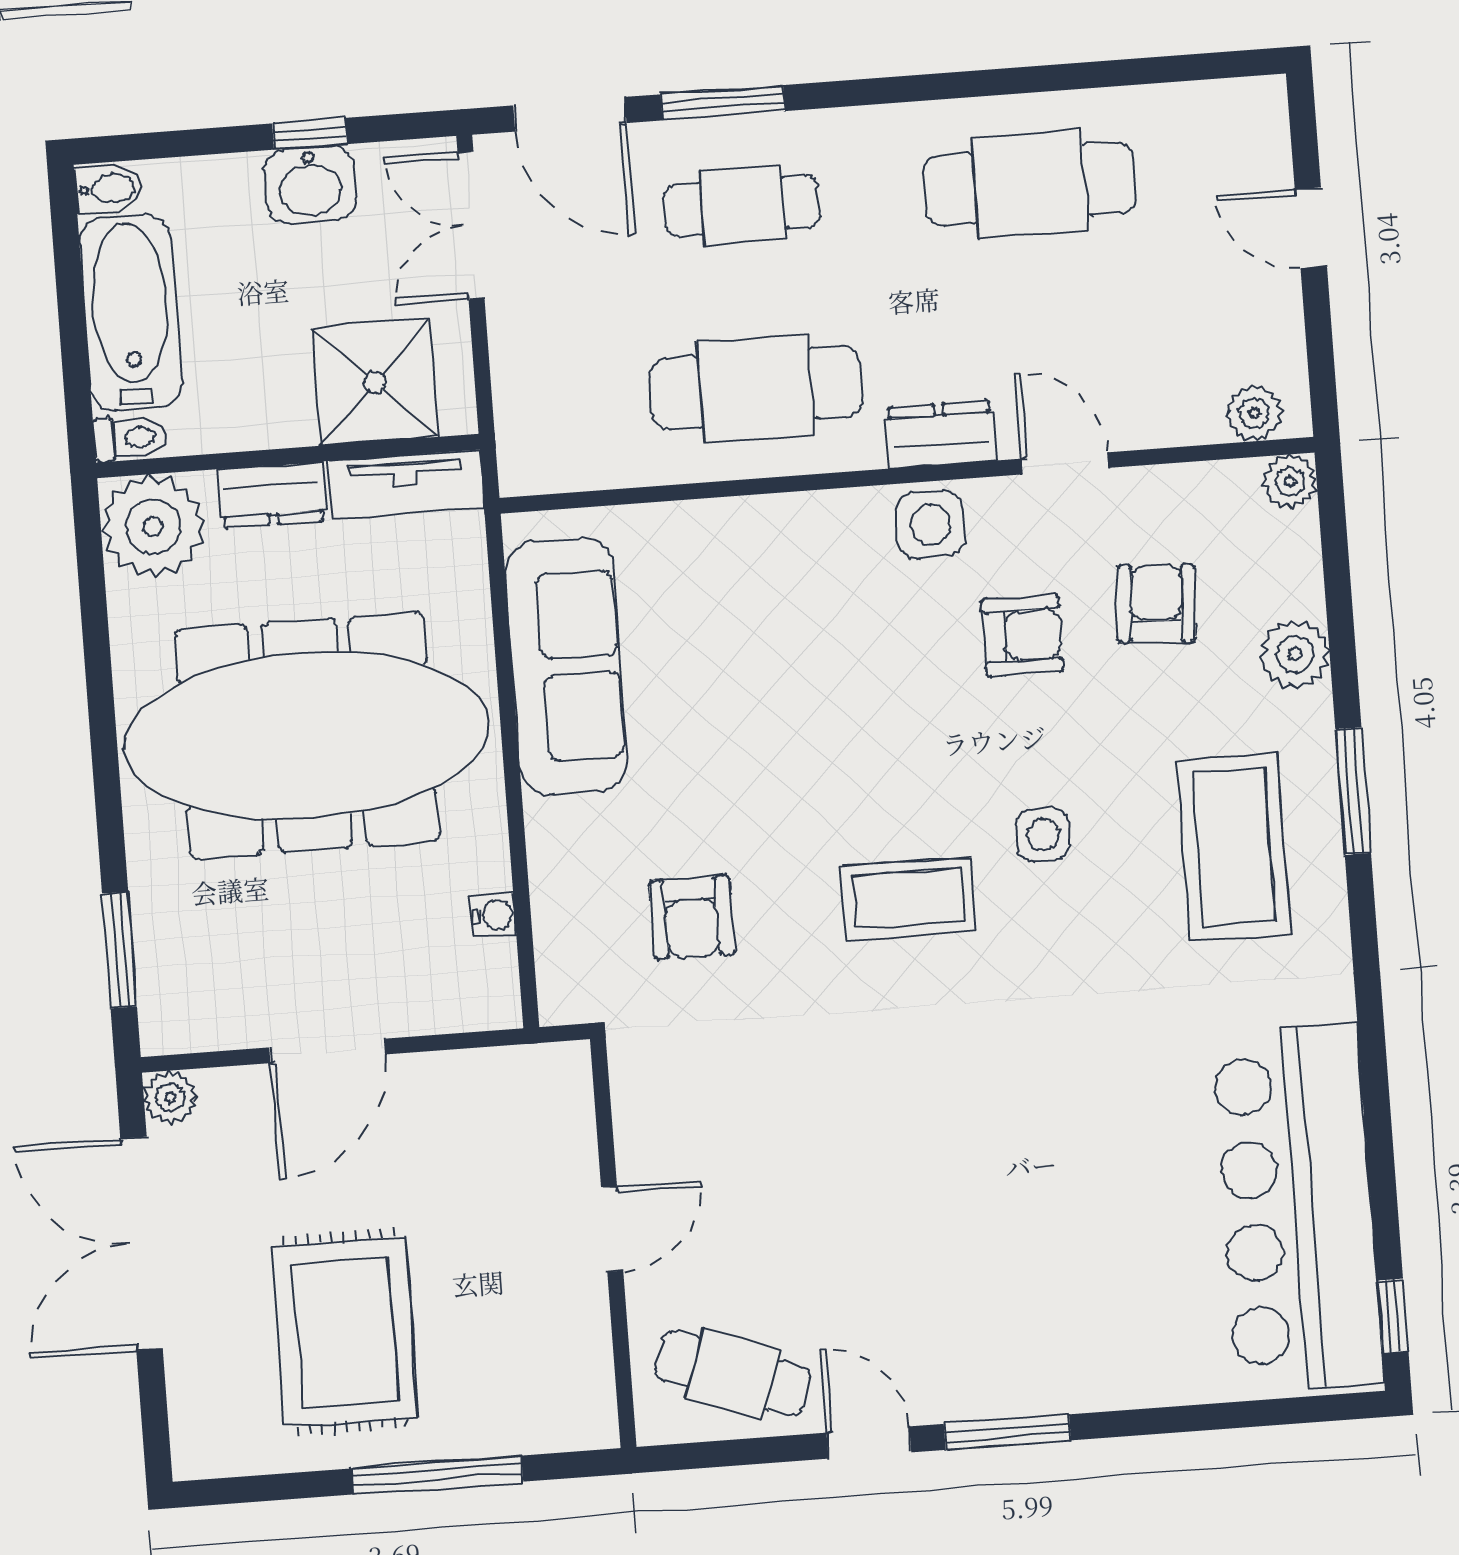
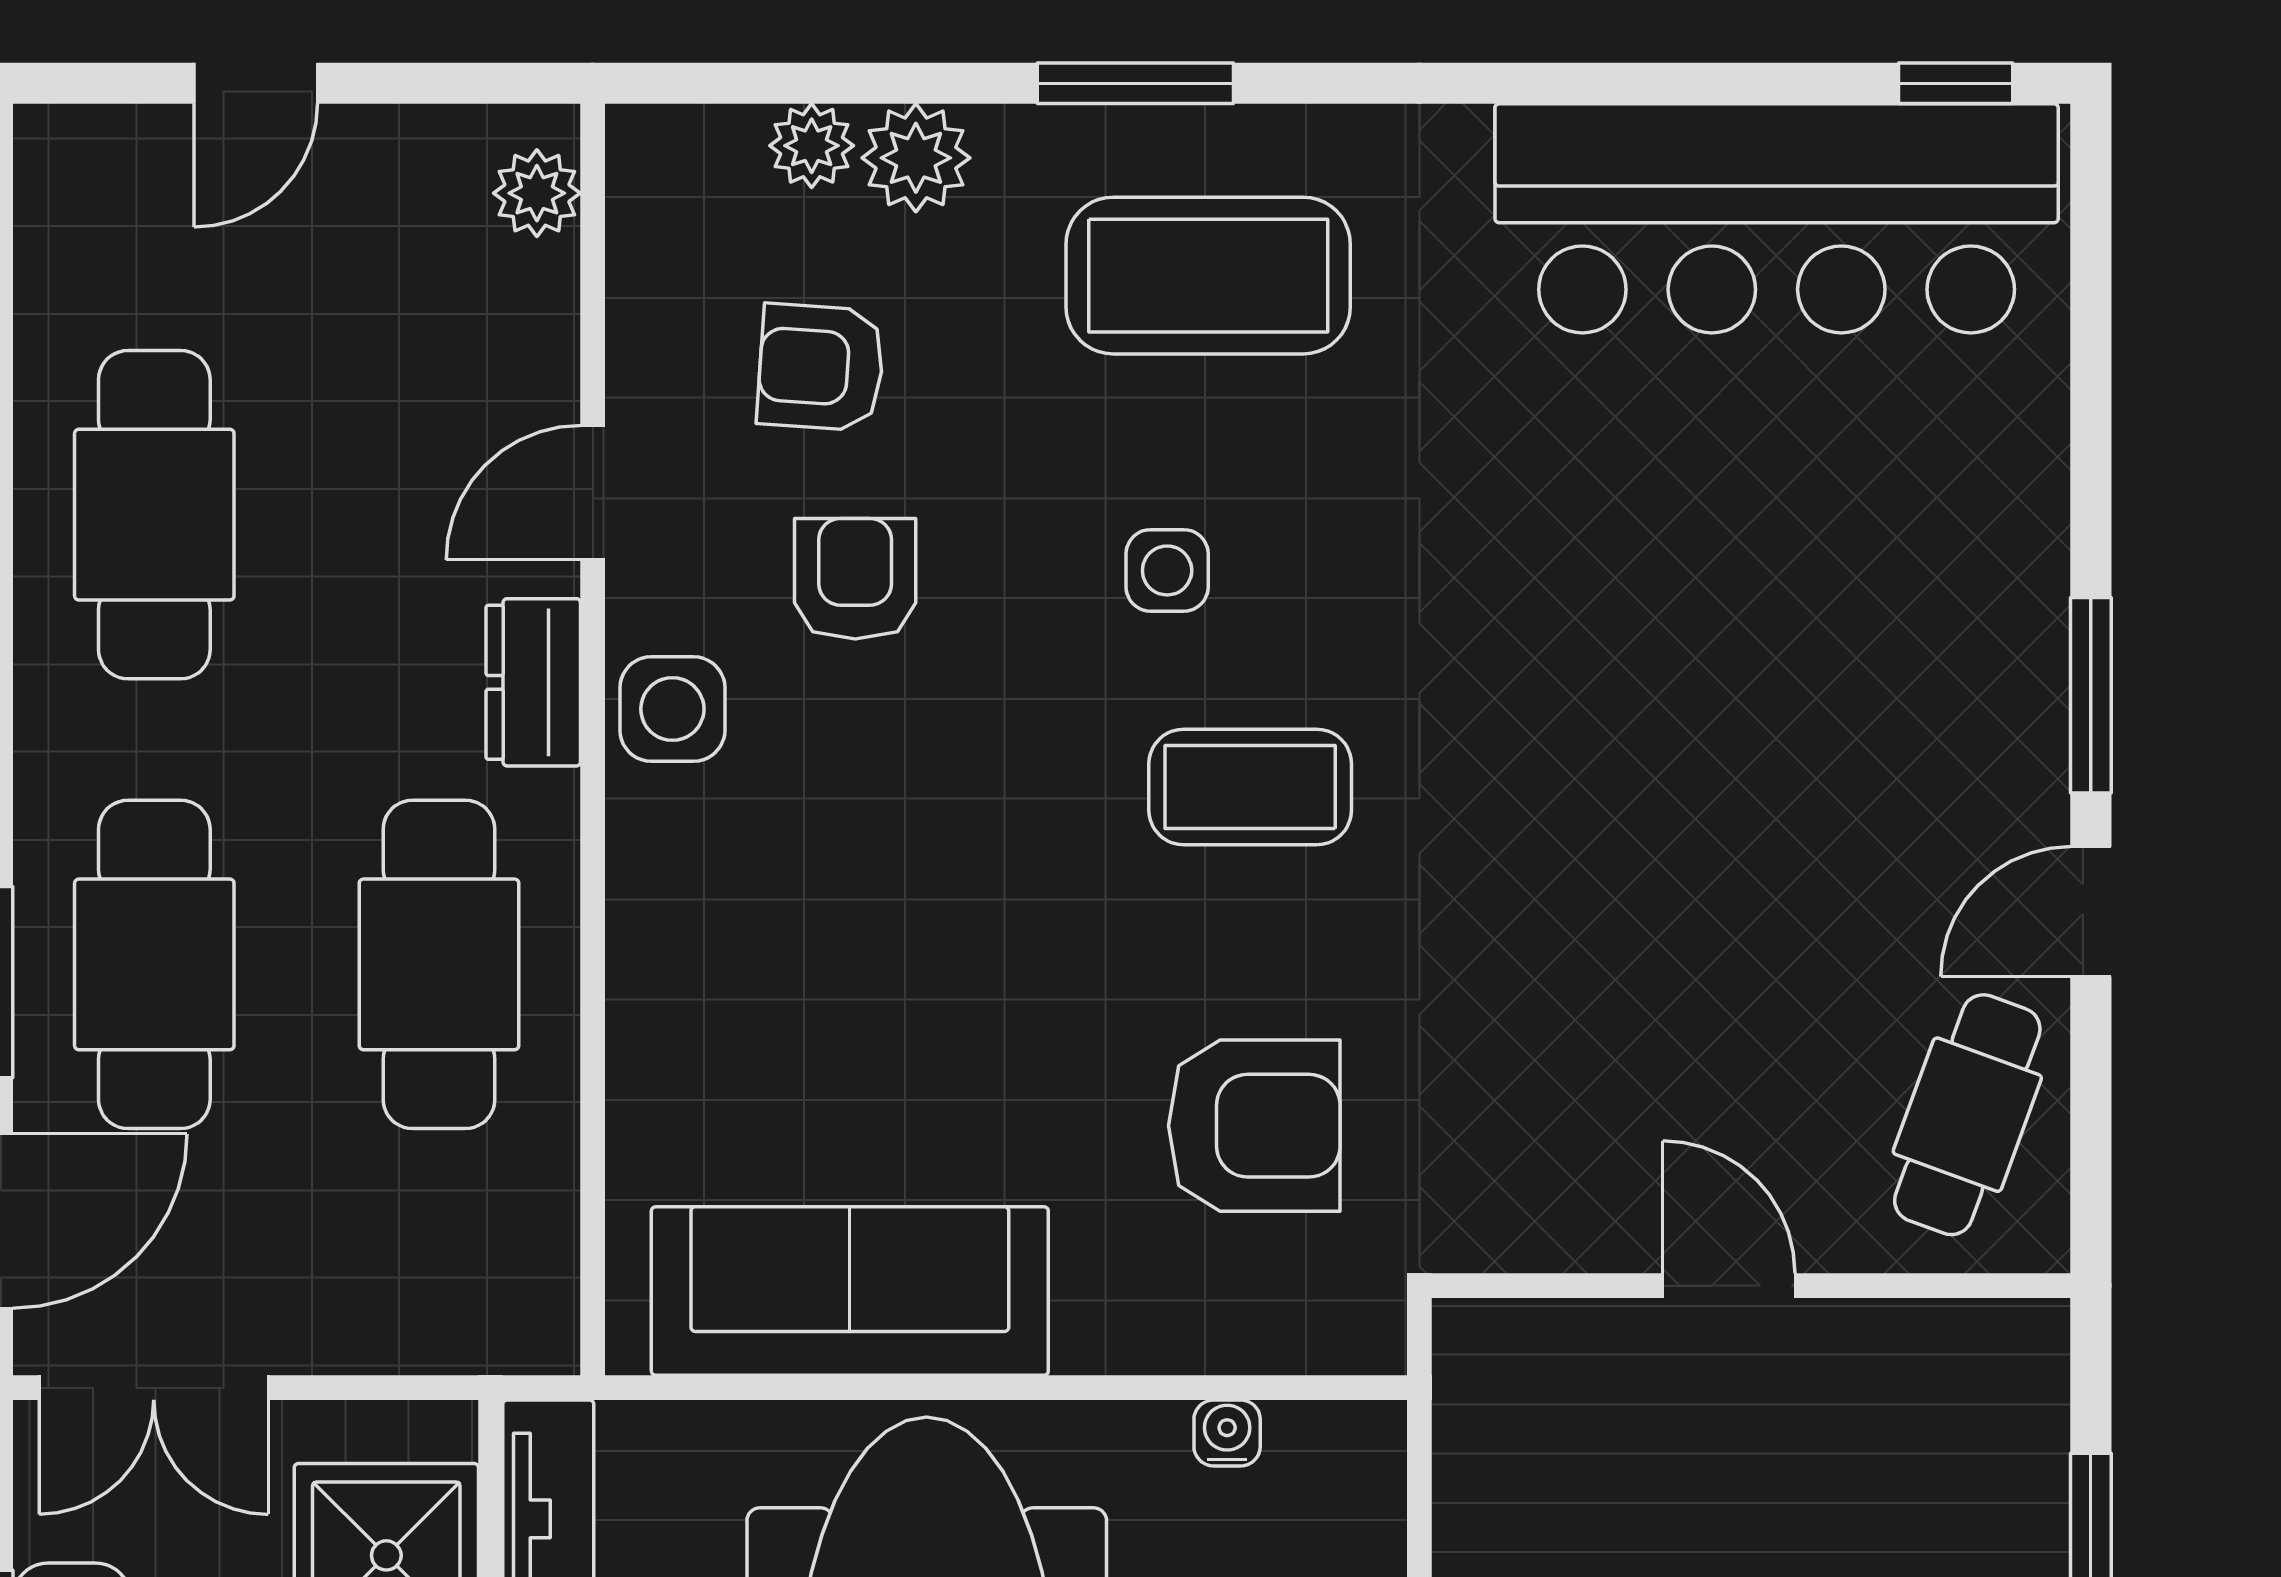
cafe table: (742, 205) -> (154, 964), width x1.37, depth x1.35
plant: (1290, 481) -> (812, 146), moved
coffee table: (908, 898) -> (1250, 787), turned 90
armchair: (692, 917) -> (1254, 1126), width x1.38, depth x1.38

